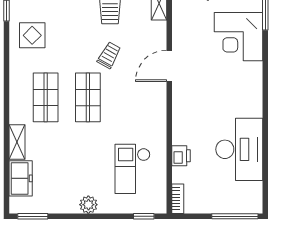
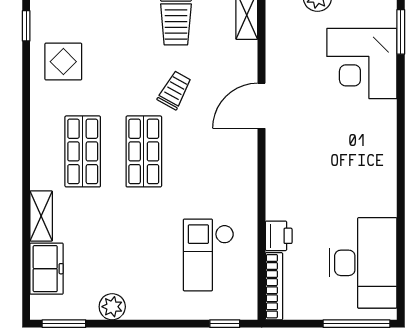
desk: (239, 149) -> (363, 263), moved
bookcase: (178, 199) -> (274, 286), width x1.56
plant: (88, 205) -> (112, 307), moved

